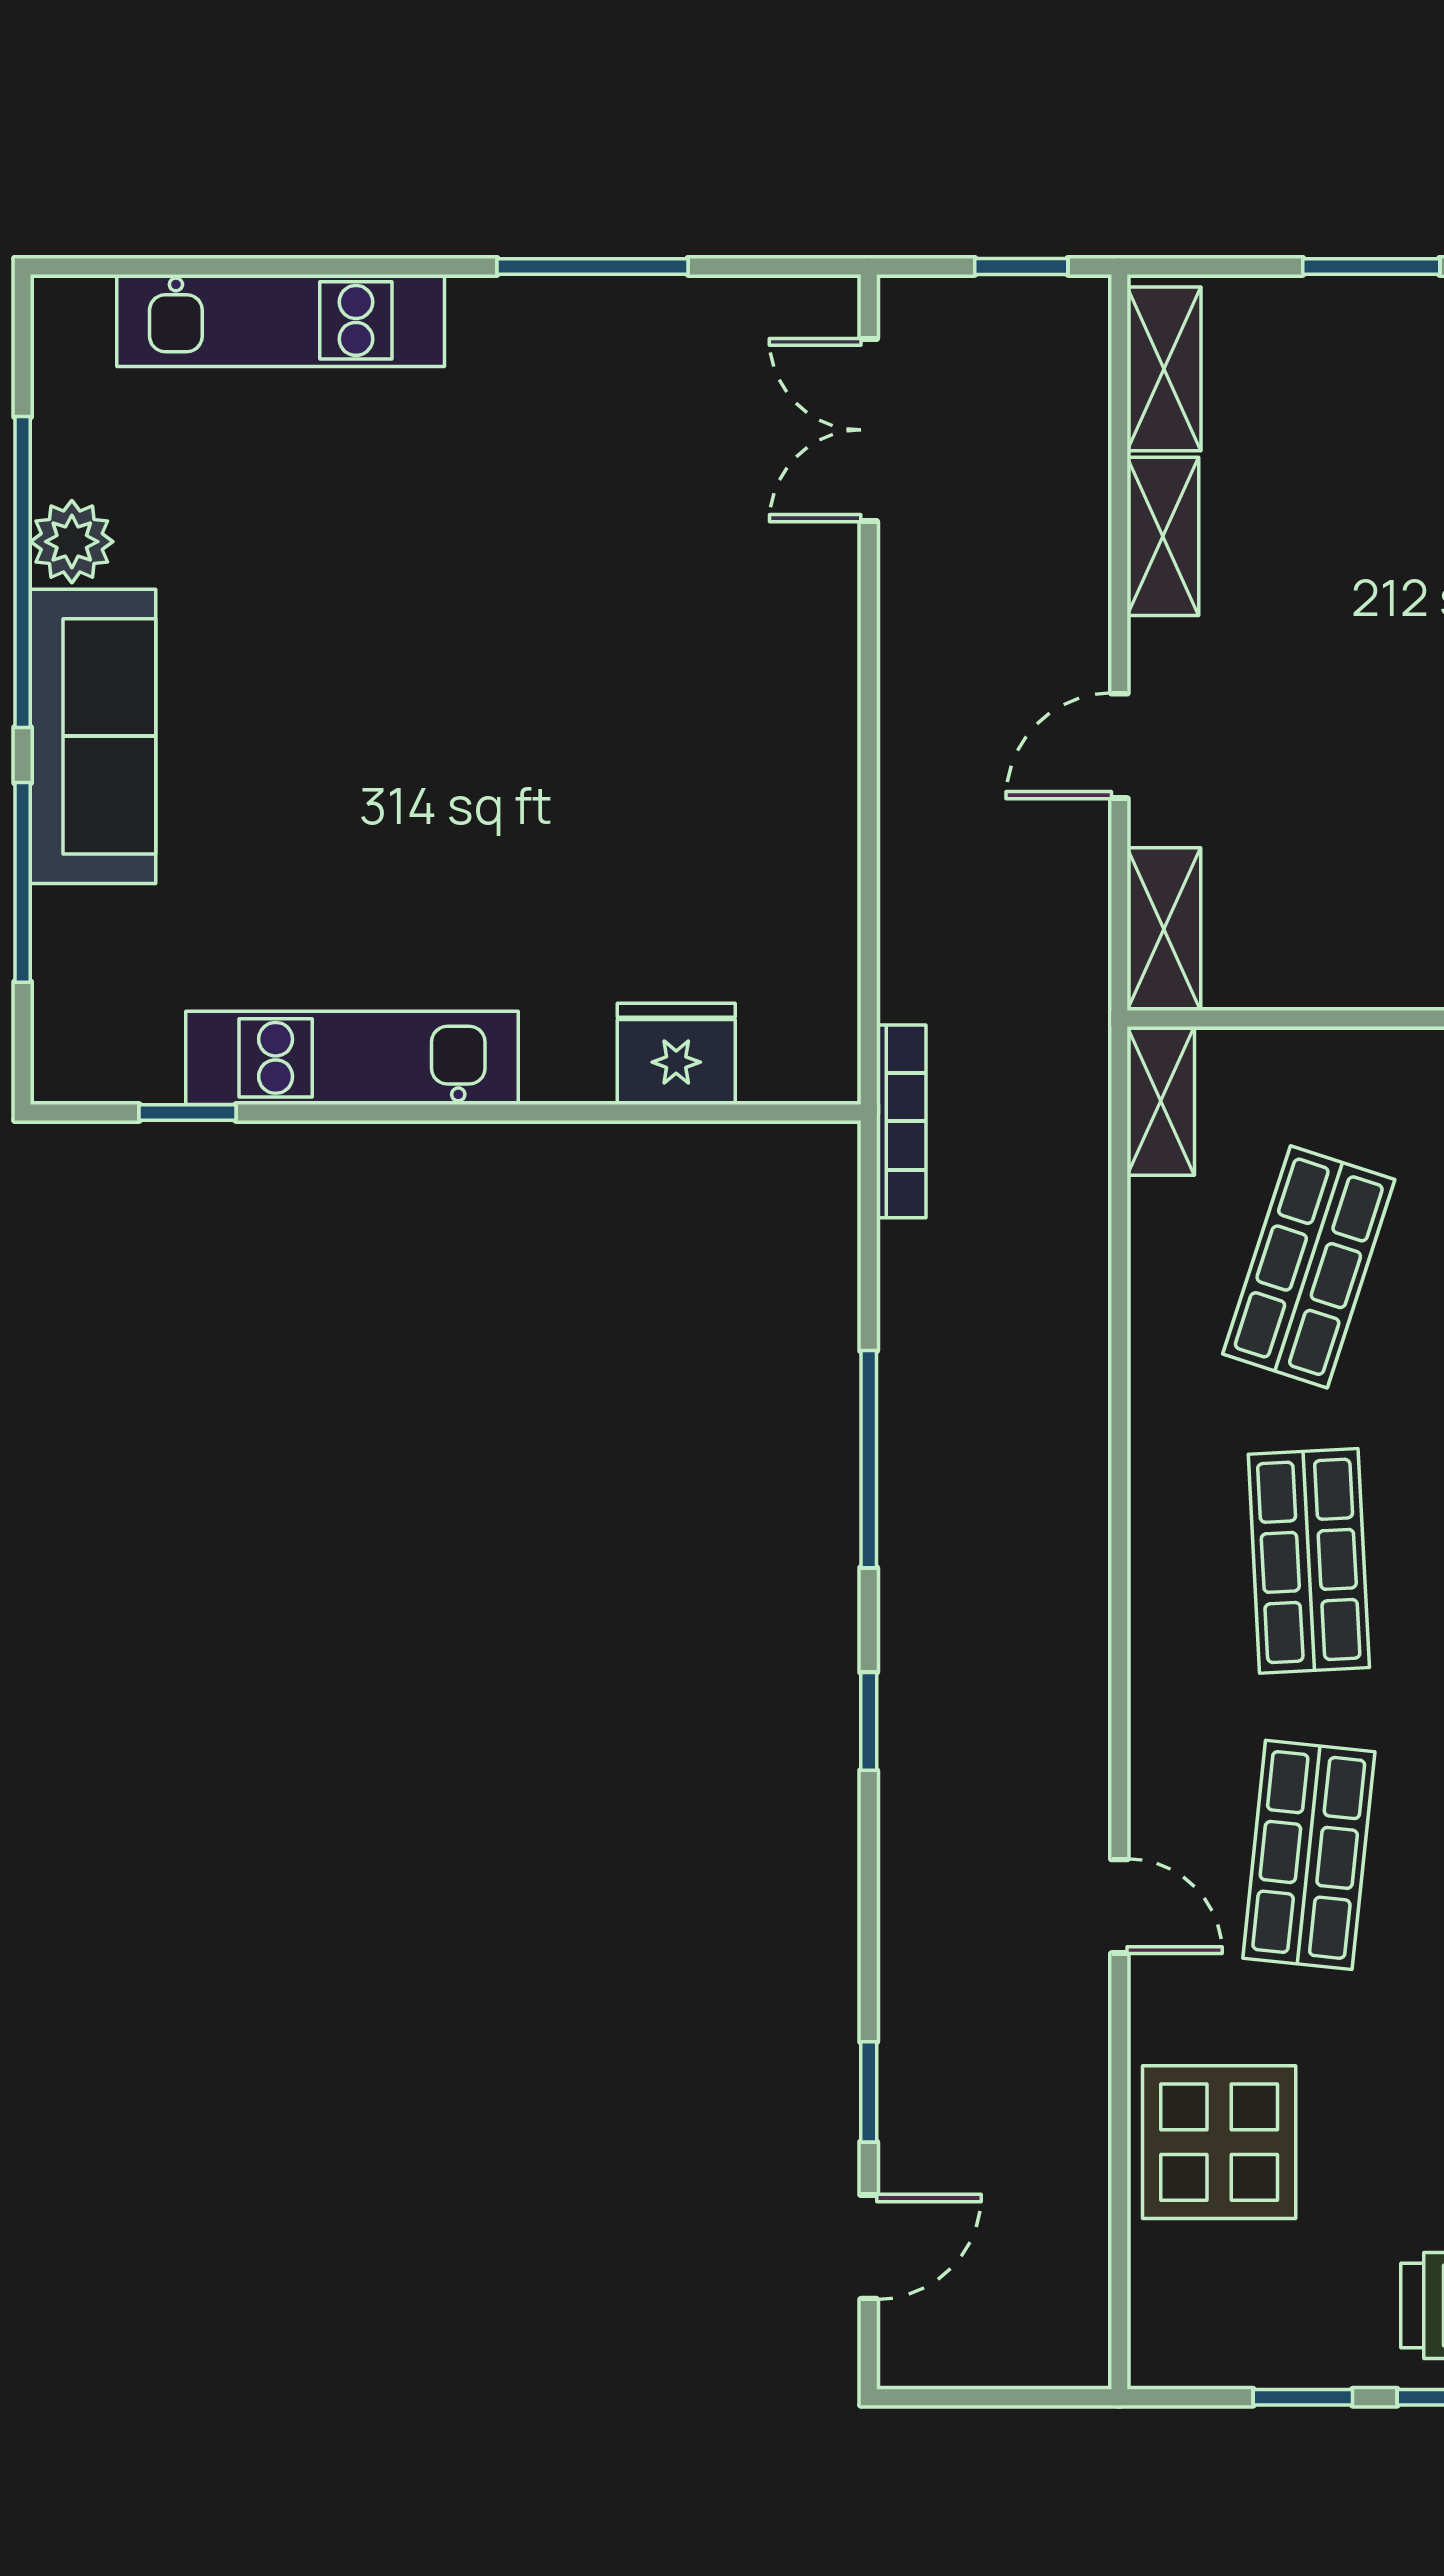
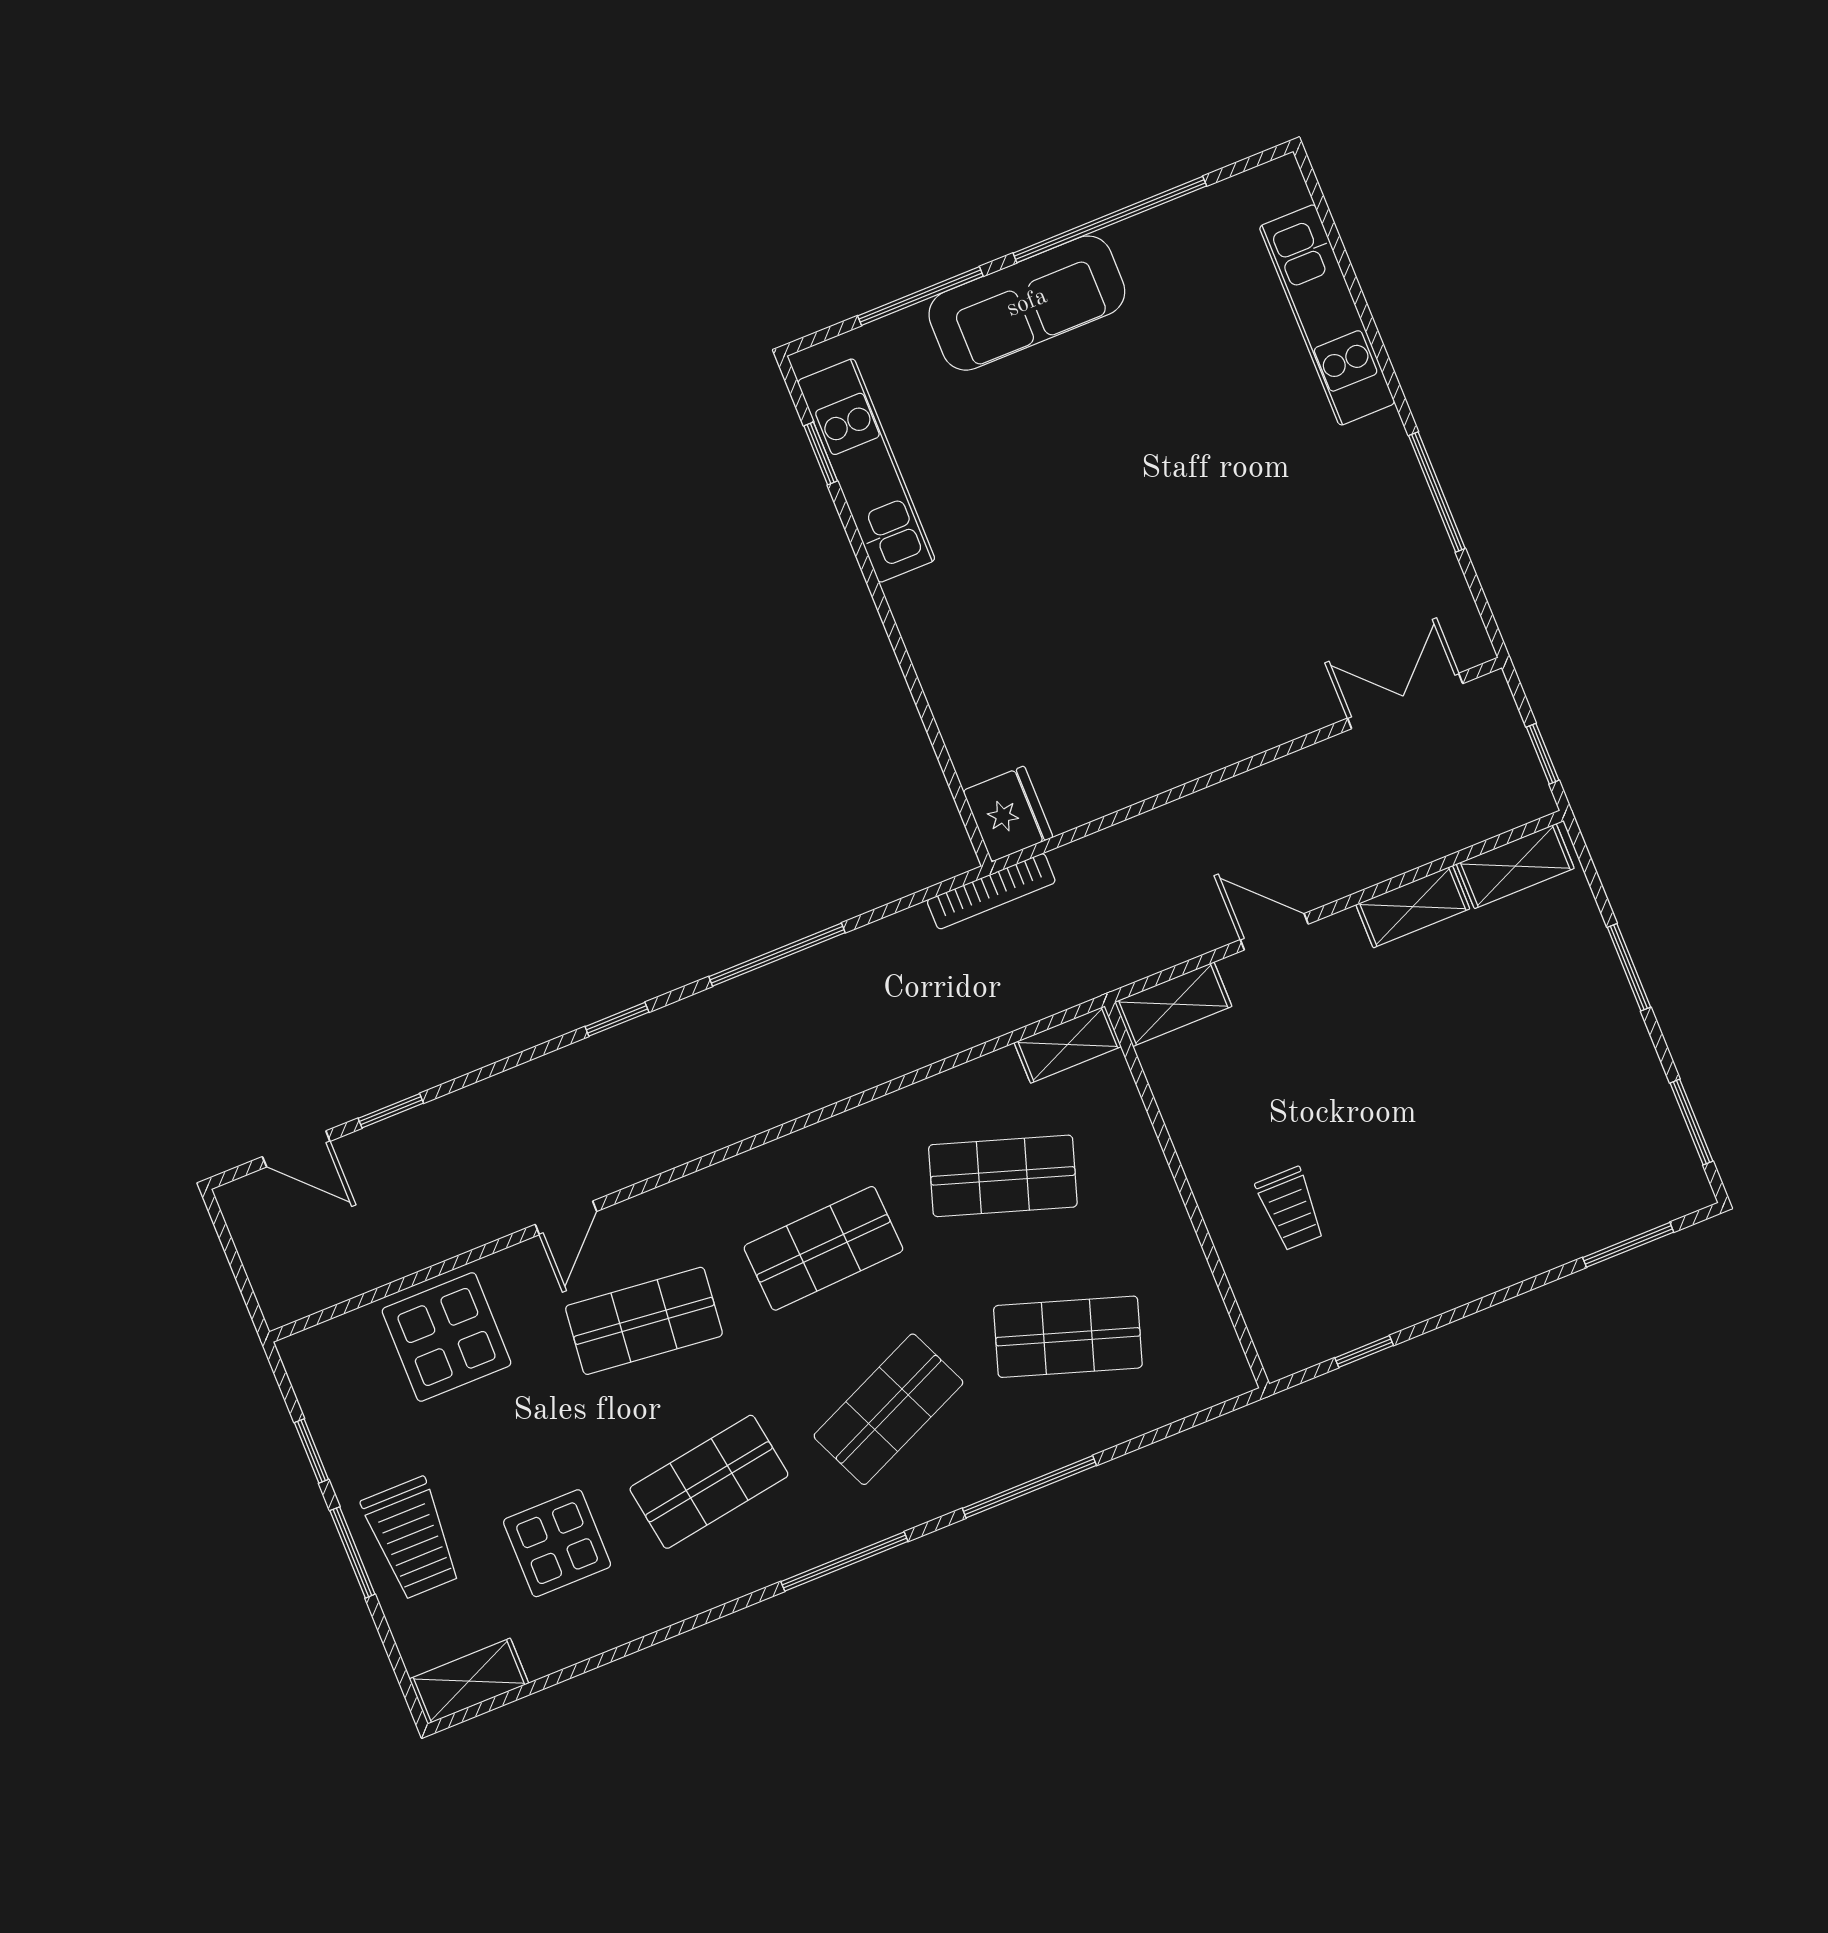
plant: (72, 542) -> (1141, 242), removed
fridge: (676, 1054) -> (1008, 814), moved
kitchen unit: (352, 1058) -> (866, 471), moved

